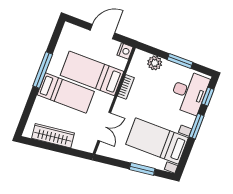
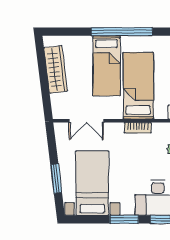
window: (43, 70) -> (122, 32), width x1.46

